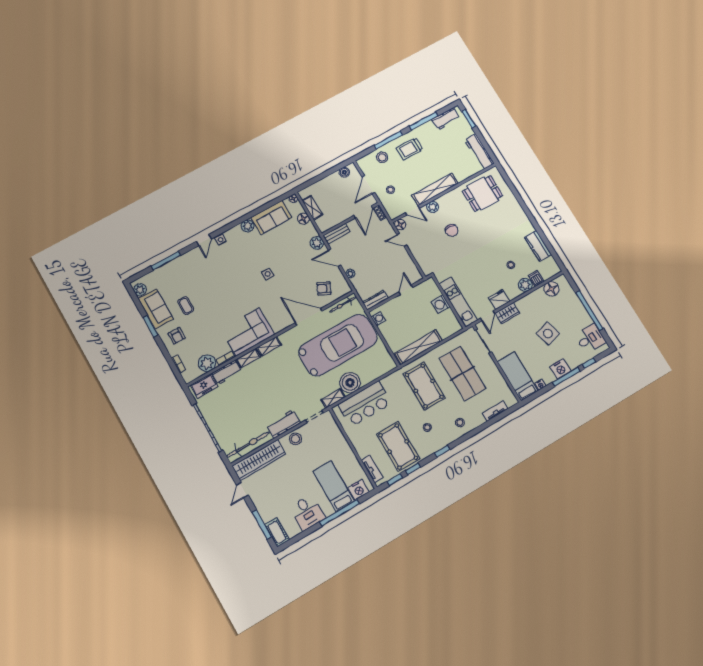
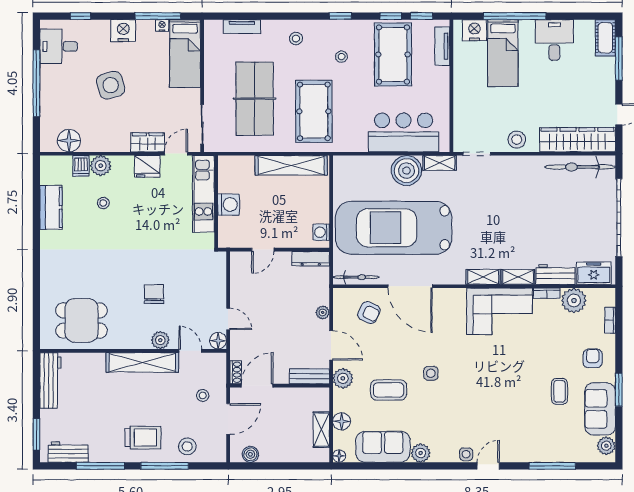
coffee table: (287, 251) -> (389, 390), added
window: (566, 377) -> (158, 16), moved
workbench: (284, 424) -> (521, 167), removed

